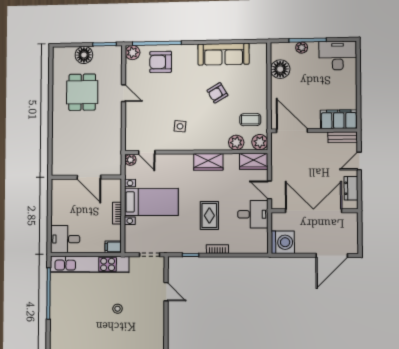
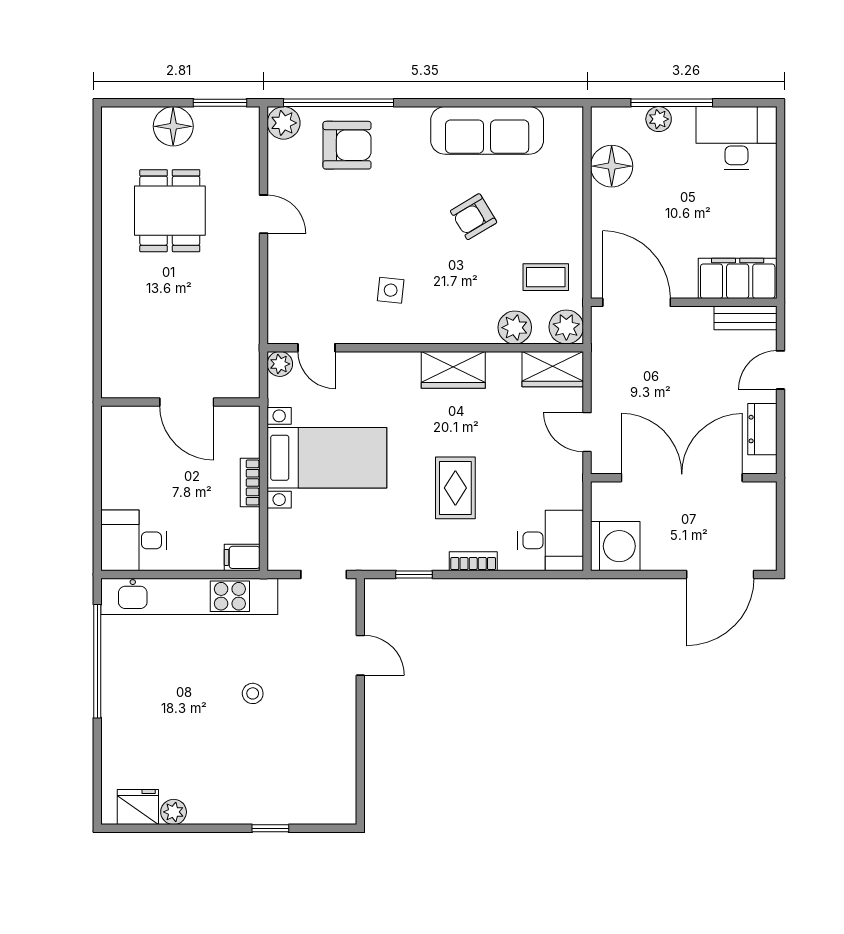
armchair: (161, 62) -> (347, 145), turned 180
desk: (253, 214) -> (551, 540), moved

